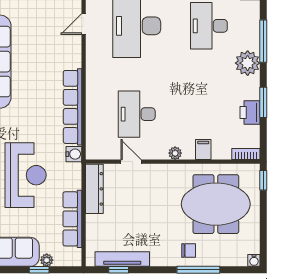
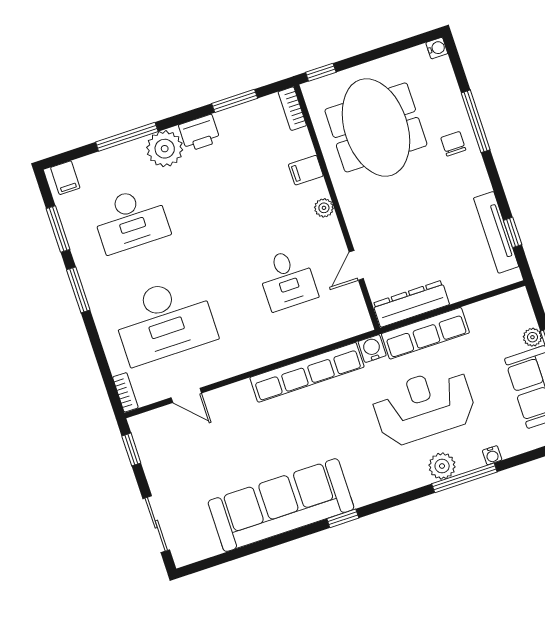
window: (263, 102) -> (235, 101), moved
printer: (250, 112) -> (199, 133), moved
desk: (137, 114) -> (287, 280), width x0.73
row of seats: (72, 219) -> (425, 333), moved

